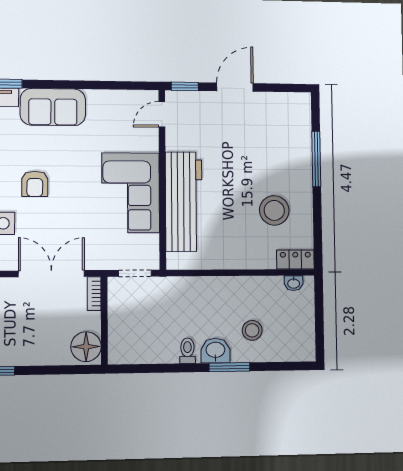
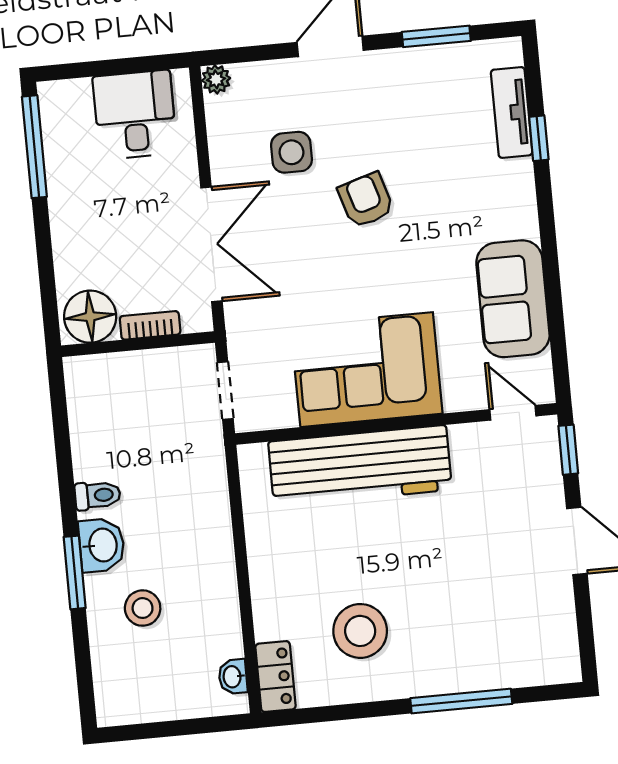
sofa: (53, 107) -> (513, 299), moved
armchair: (35, 184) -> (366, 200), turned 73
bookcase: (94, 294) -> (150, 325), moved

